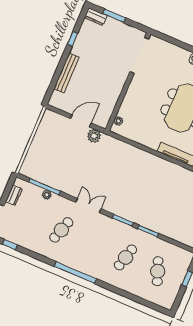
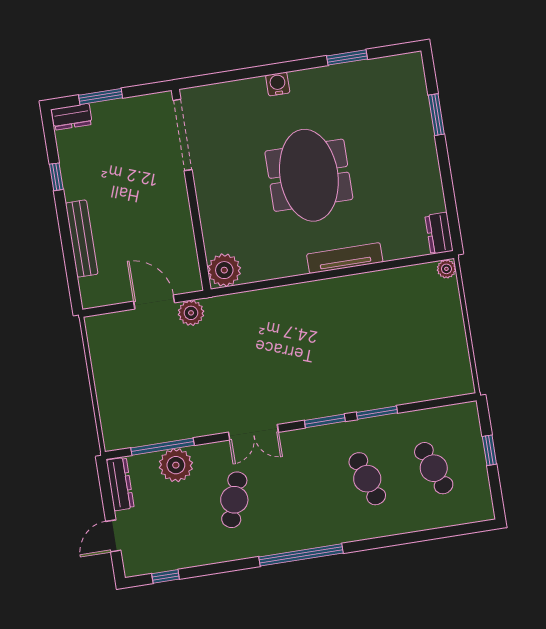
door: (81, 121) -> (154, 302), hinge flipped
plant: (118, 121) -> (224, 270), width x1.87, depth x1.87
dresser: (14, 195) -> (120, 484), width x1.44
plant: (47, 195) -> (176, 465), width x1.87, depth x1.87
double door: (88, 206) -> (253, 432), swing flipped
cafe table: (126, 257) -> (367, 479), turned -33

